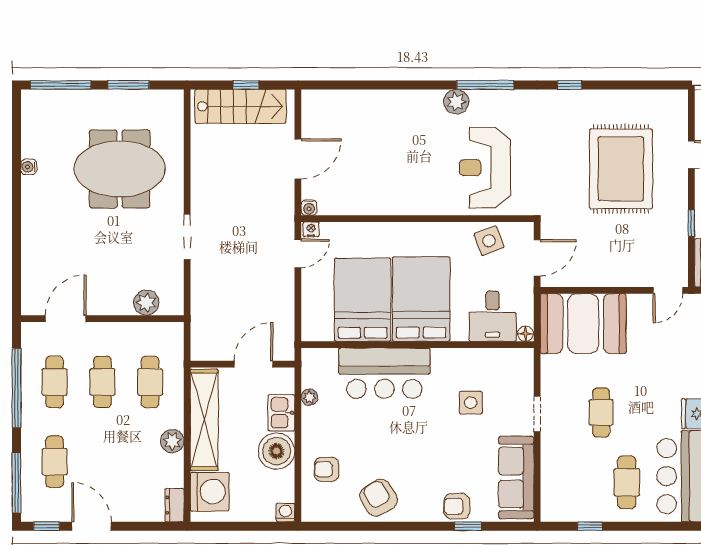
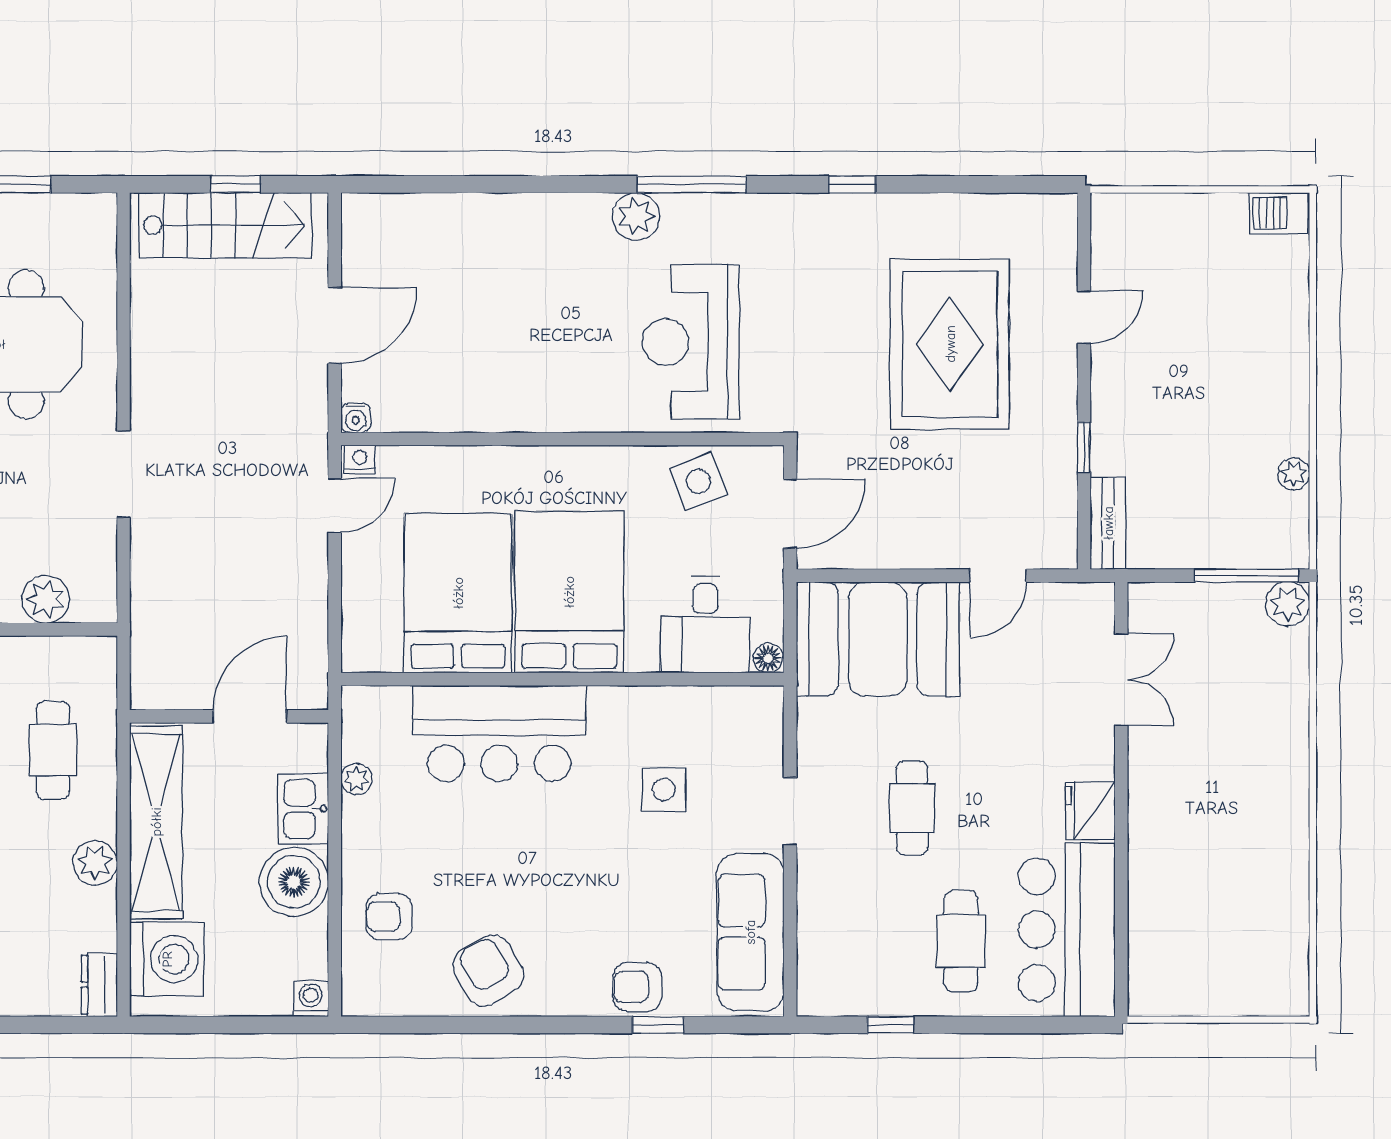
door: (668, 290) -> (998, 576), moved

